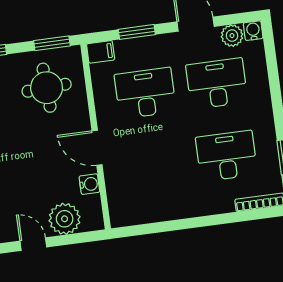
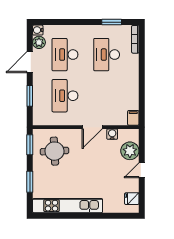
filing cabinet: (101, 52) -> (133, 118), moved

